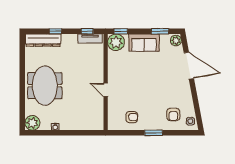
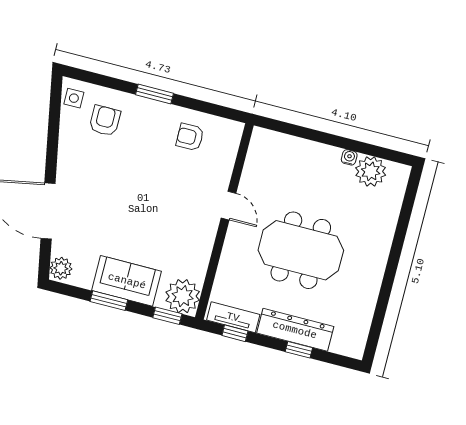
window: (160, 31) -> (109, 301), moved
dresser: (43, 40) -> (295, 330), moved
meeting table: (45, 86) -> (301, 250), moved, turned 90
plant: (32, 123) -> (371, 171), moved

